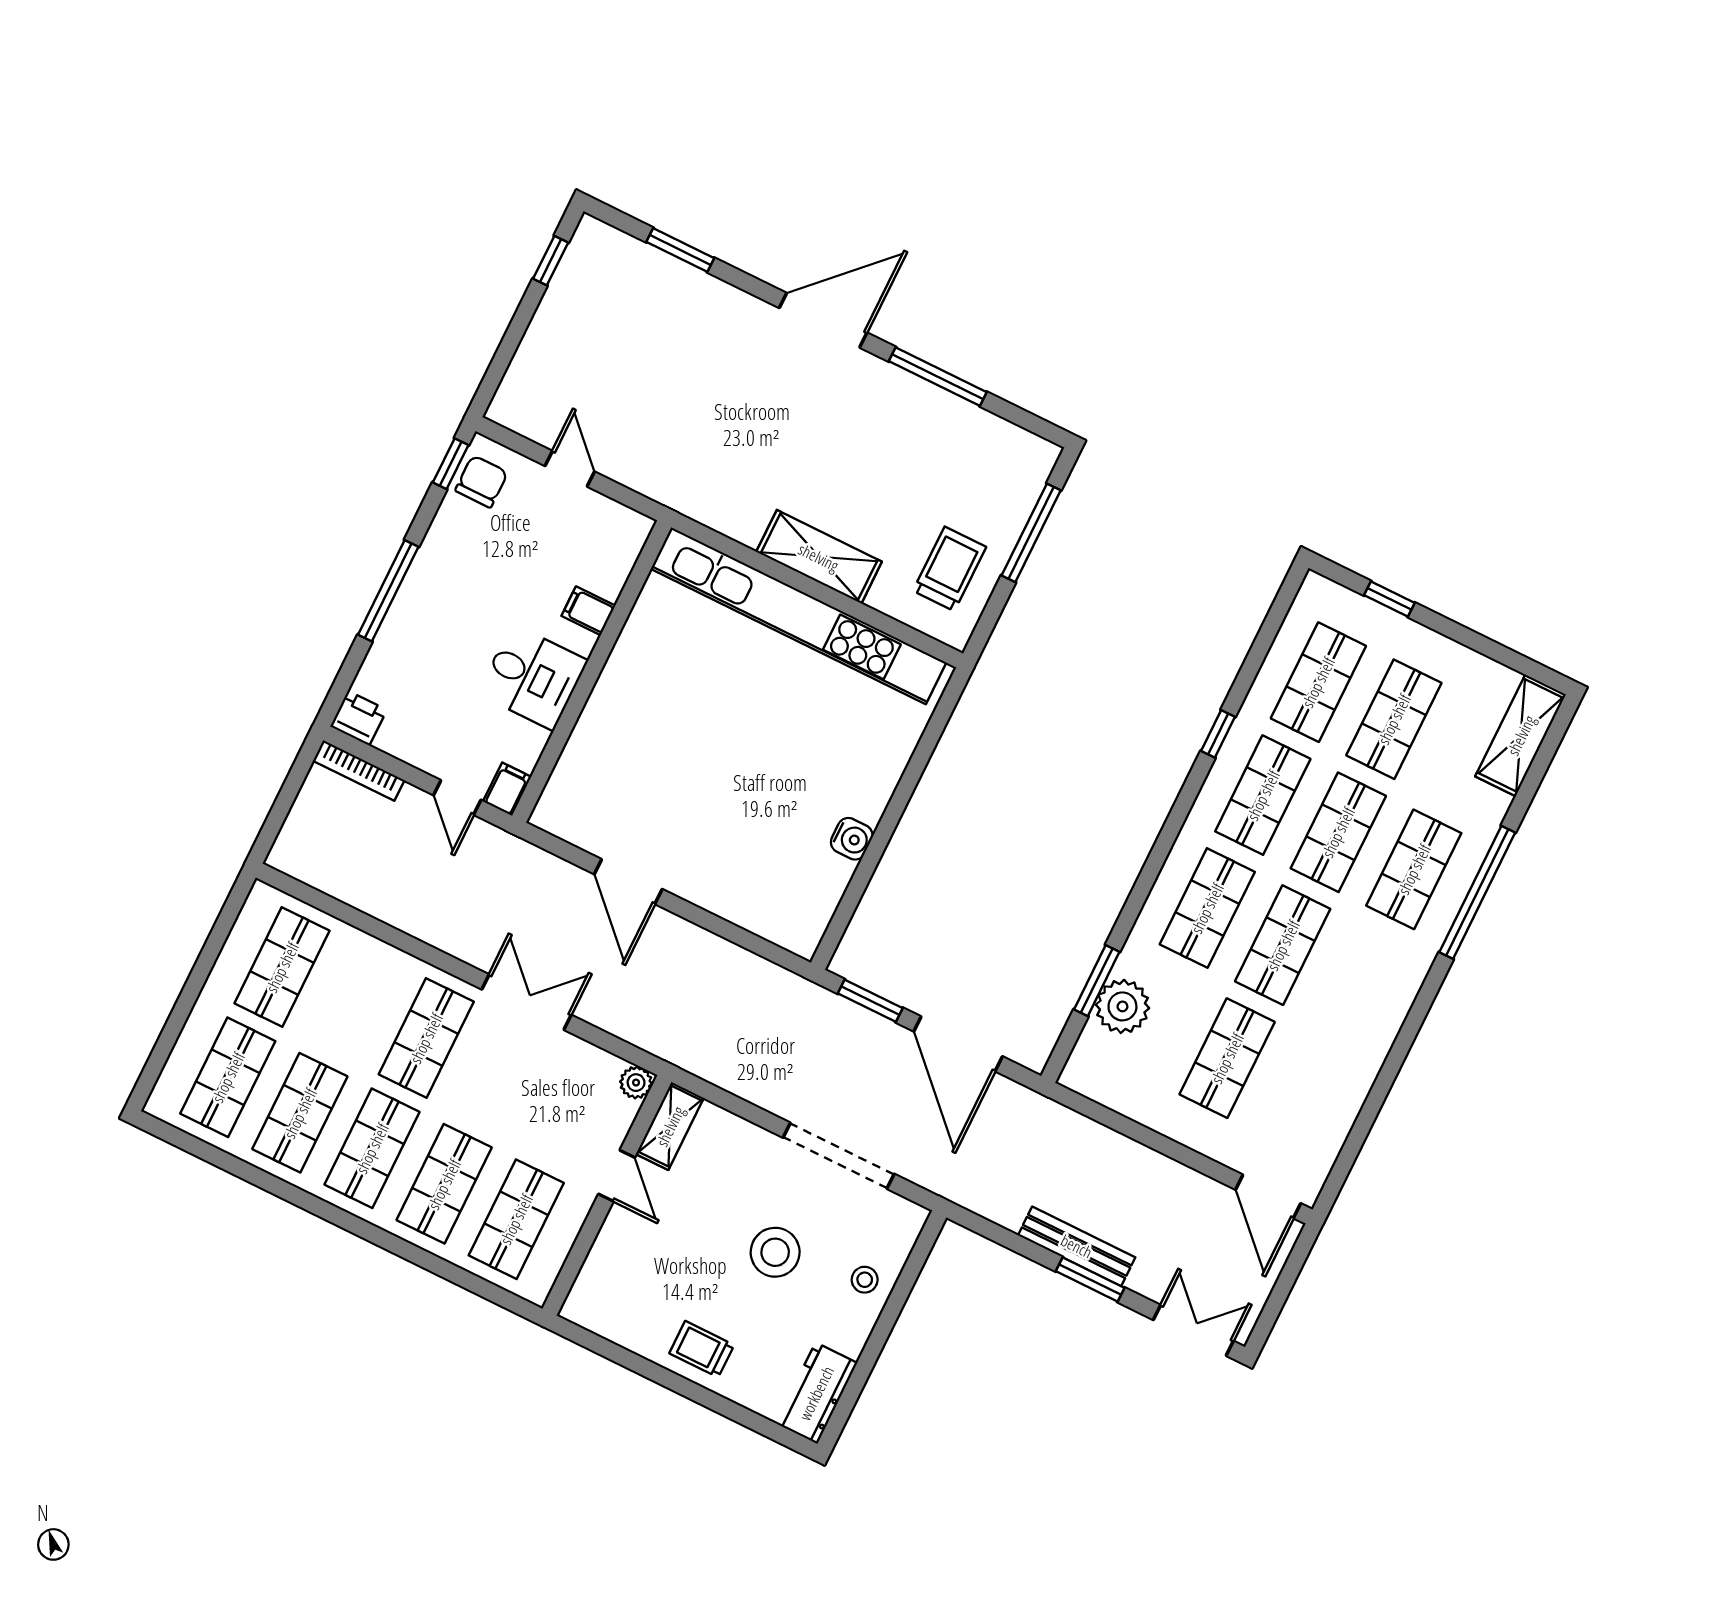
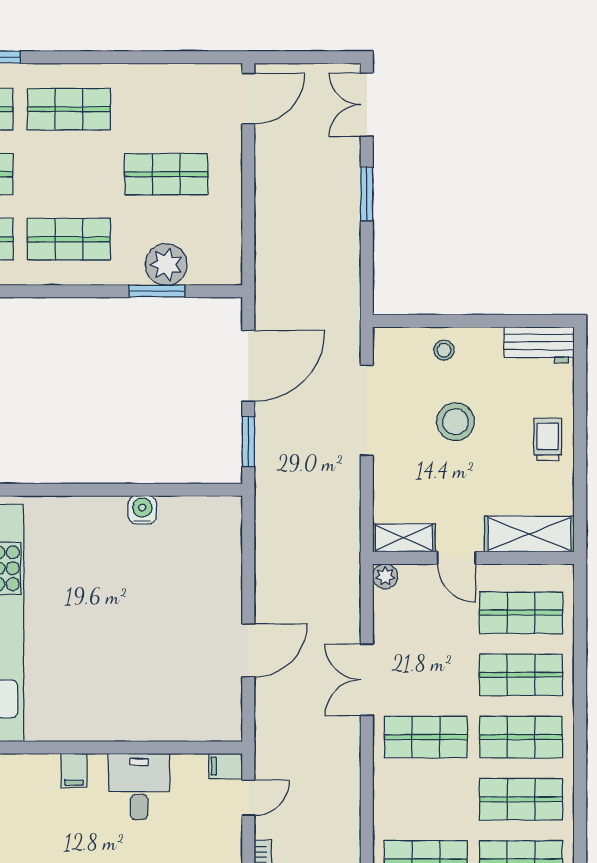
shop shelf: (1283, 945) -> (69, 109), moved
door: (617, 1176) -> (456, 558), swing flipped
bench: (1077, 1246) -> (348, 214), removed
shelving: (603, 1274) -> (529, 534), added
trolley: (702, 1349) -> (548, 440), turned 180

